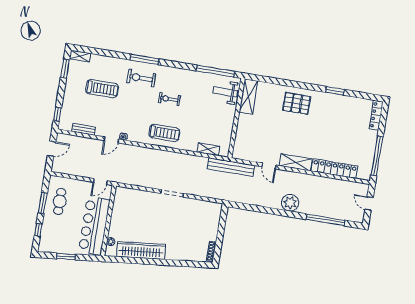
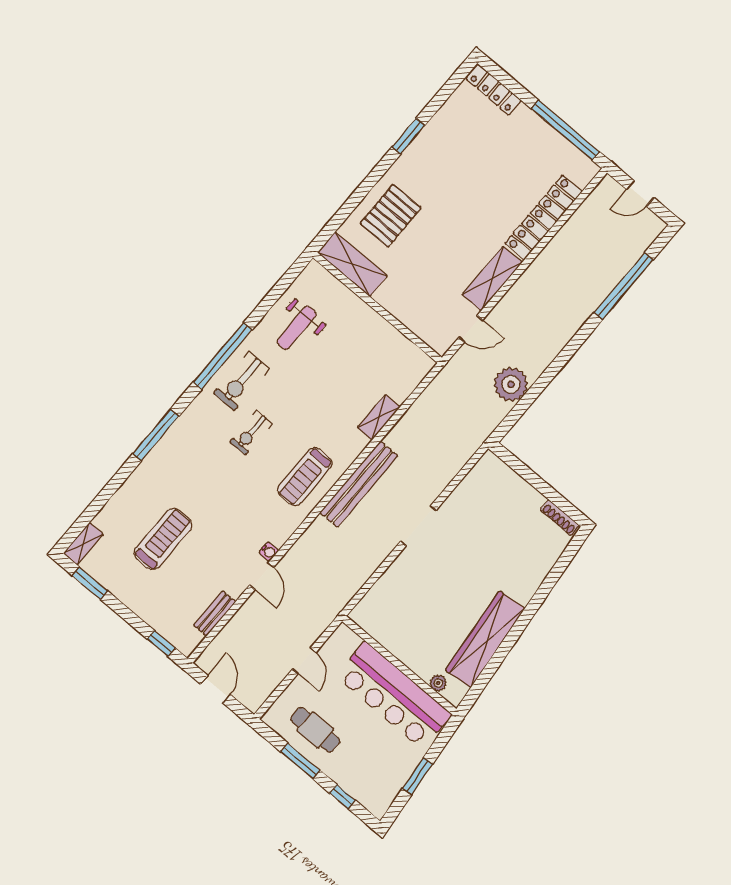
window: (215, 71) -> (222, 356), moved
exercise bike: (141, 78) -> (241, 381), moved
shelving: (248, 96) -> (352, 264), moved
wall: (236, 118) -> (377, 308), moved
treadmill: (164, 133) -> (305, 477), turned 180
bench: (231, 167) -> (359, 484), moved
door: (100, 182) -> (304, 661), moved
plant: (290, 203) -> (511, 384), moved

